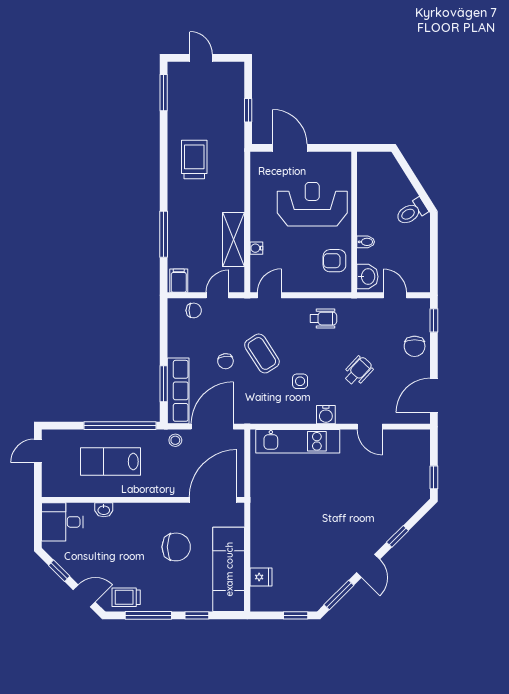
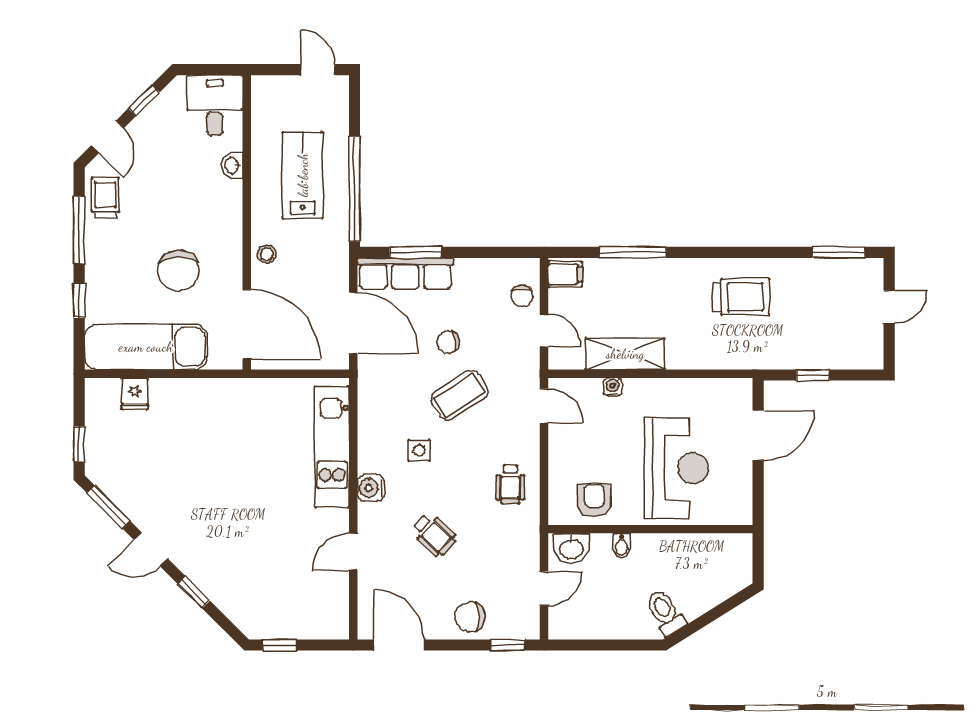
stool: (175, 440) -> (267, 254), moved

